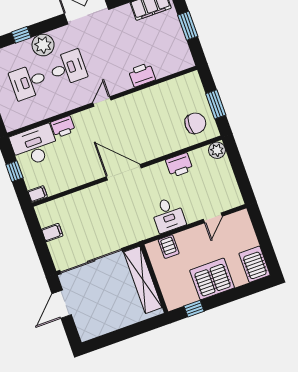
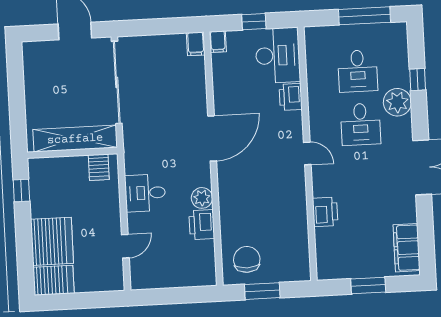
desk: (28, 82) -> (358, 71), turned 180
chair: (195, 123) -> (247, 259), turned 180
plant: (217, 150) -> (202, 198), moved
door: (124, 172) -> (212, 138), moved
door: (213, 218) -> (125, 246), swing flipped
filing cabinet: (52, 233) -> (196, 44), moved
server rack: (169, 247) -> (99, 167), moved, turned -90
server rack: (212, 279) -> (52, 241), moved

